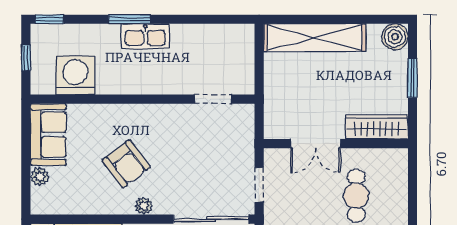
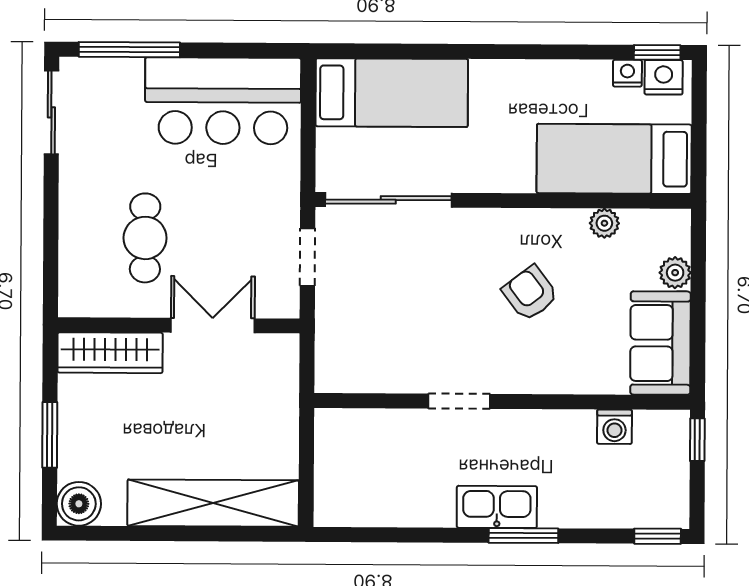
window: (26, 58) -> (697, 440), moved
washing machine: (75, 75) -> (614, 427), width x0.53, depth x0.53
doorway: (213, 99) -> (459, 401), moved
armchair: (126, 164) -> (530, 293), width x0.72, depth x0.72
plant: (144, 206) -> (604, 223), moved

